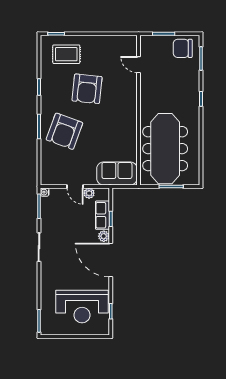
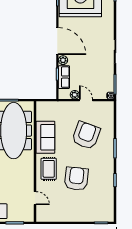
rug: (66, 54) -> (49, 169), moved, turned 90
armchair: (64, 131) -> (86, 135), moved
sofa: (117, 173) -> (45, 137), moved, turned -90

